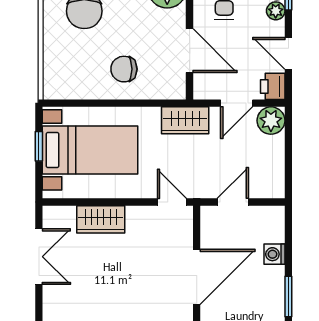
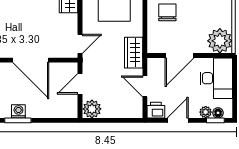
plant: (271, 121) -> (92, 109), moved
door: (233, 202) -> (80, 84), swing flipped
washing machine: (275, 254) -> (18, 111), moved

